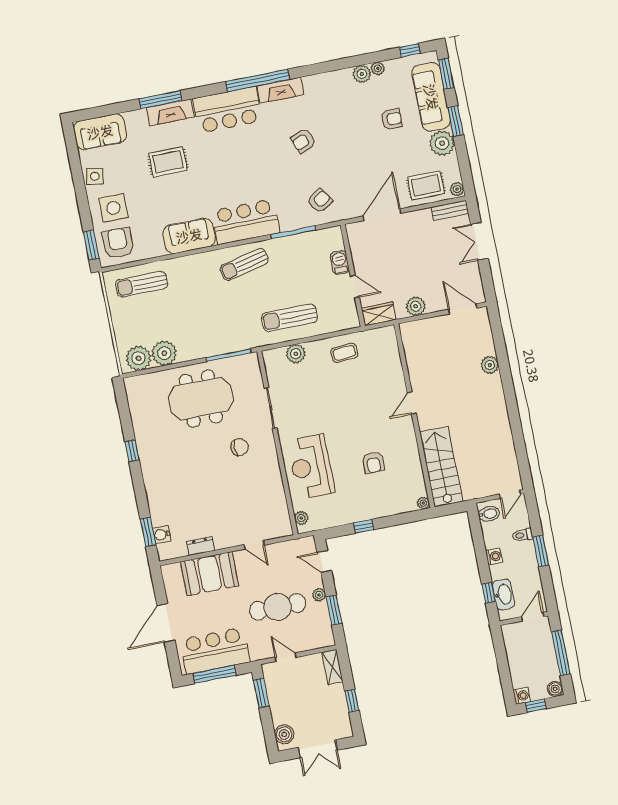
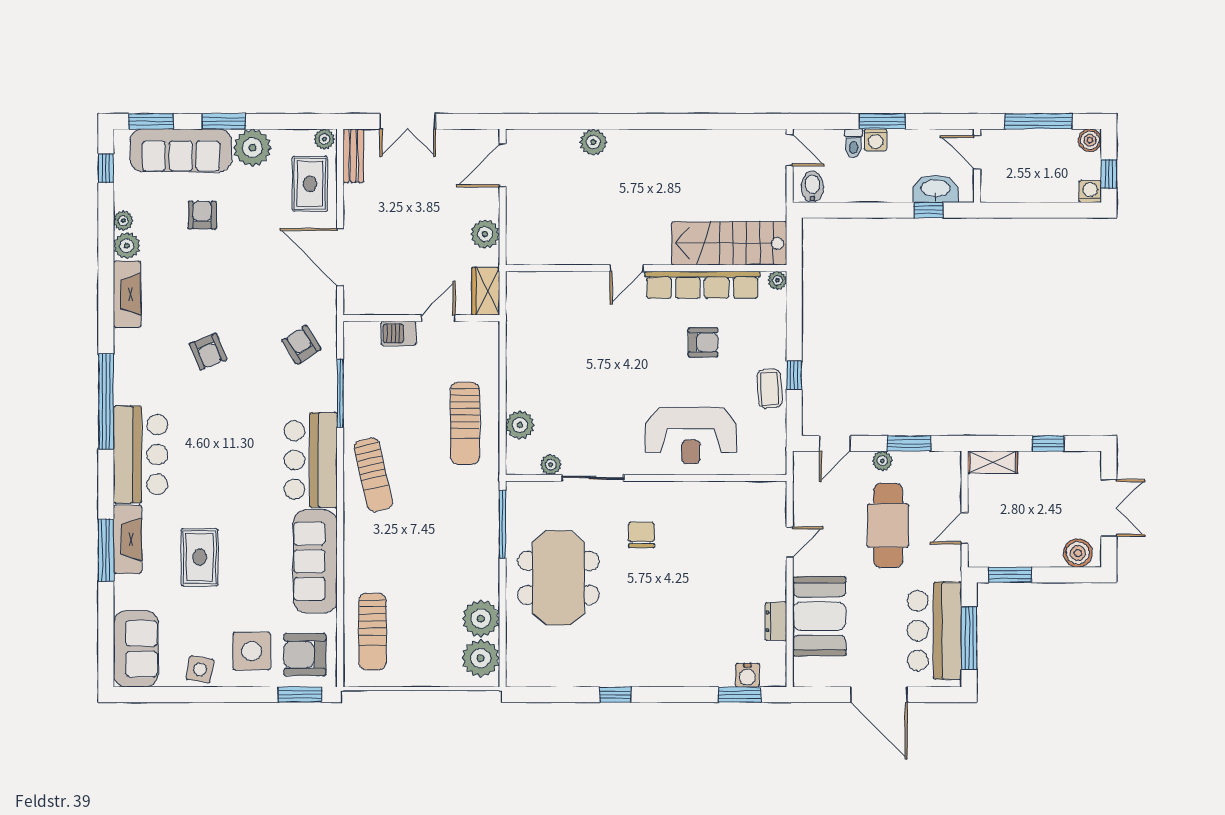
fireplace: (280, 90) -> (127, 294), moved
sofa: (189, 236) -> (315, 561), width x1.36
coffee table: (344, 353) -> (770, 389), moved
door: (412, 403) -> (627, 268), hinge flipped
row of seats: (411, 455) -> (702, 285), added
plant: (301, 518) -> (551, 465), moved
washing machine: (494, 556) -> (876, 140), moved, turned 180

